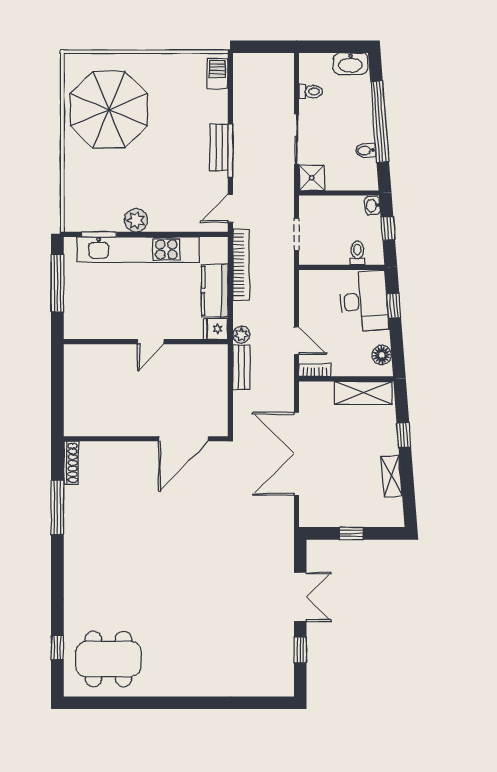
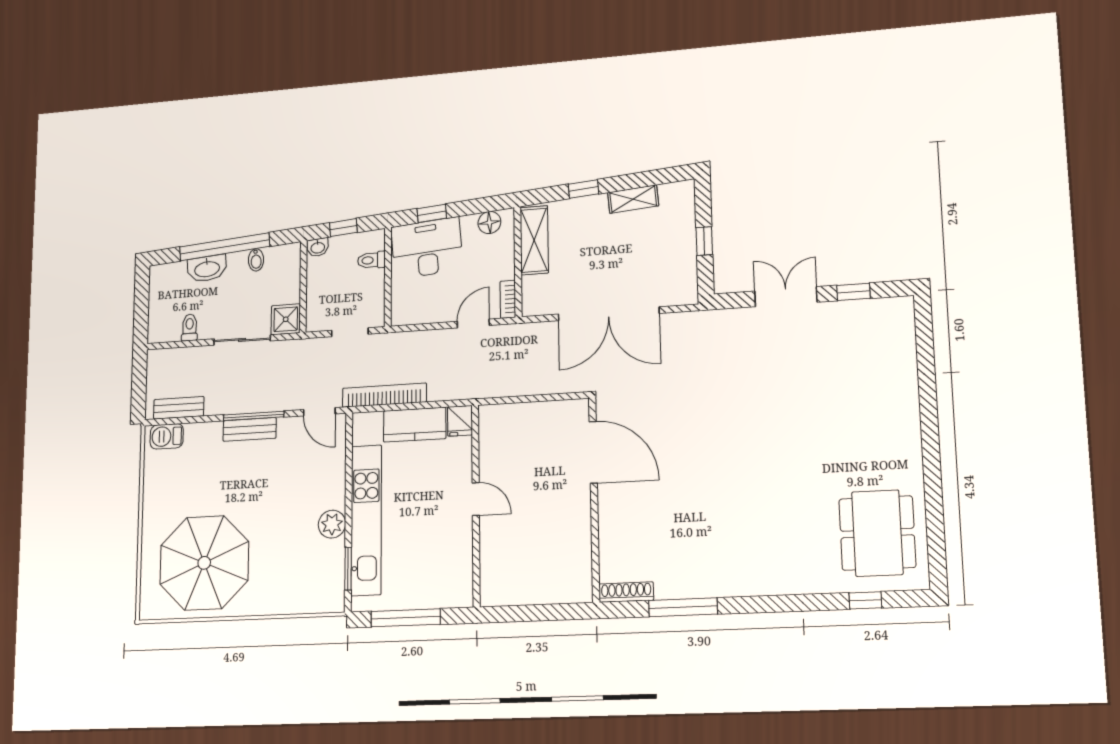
washbasin: (351, 64) -> (207, 269), moved, turned 86
plant: (241, 335) -> (467, 390), removed
bench: (241, 367) -> (179, 408), moved

